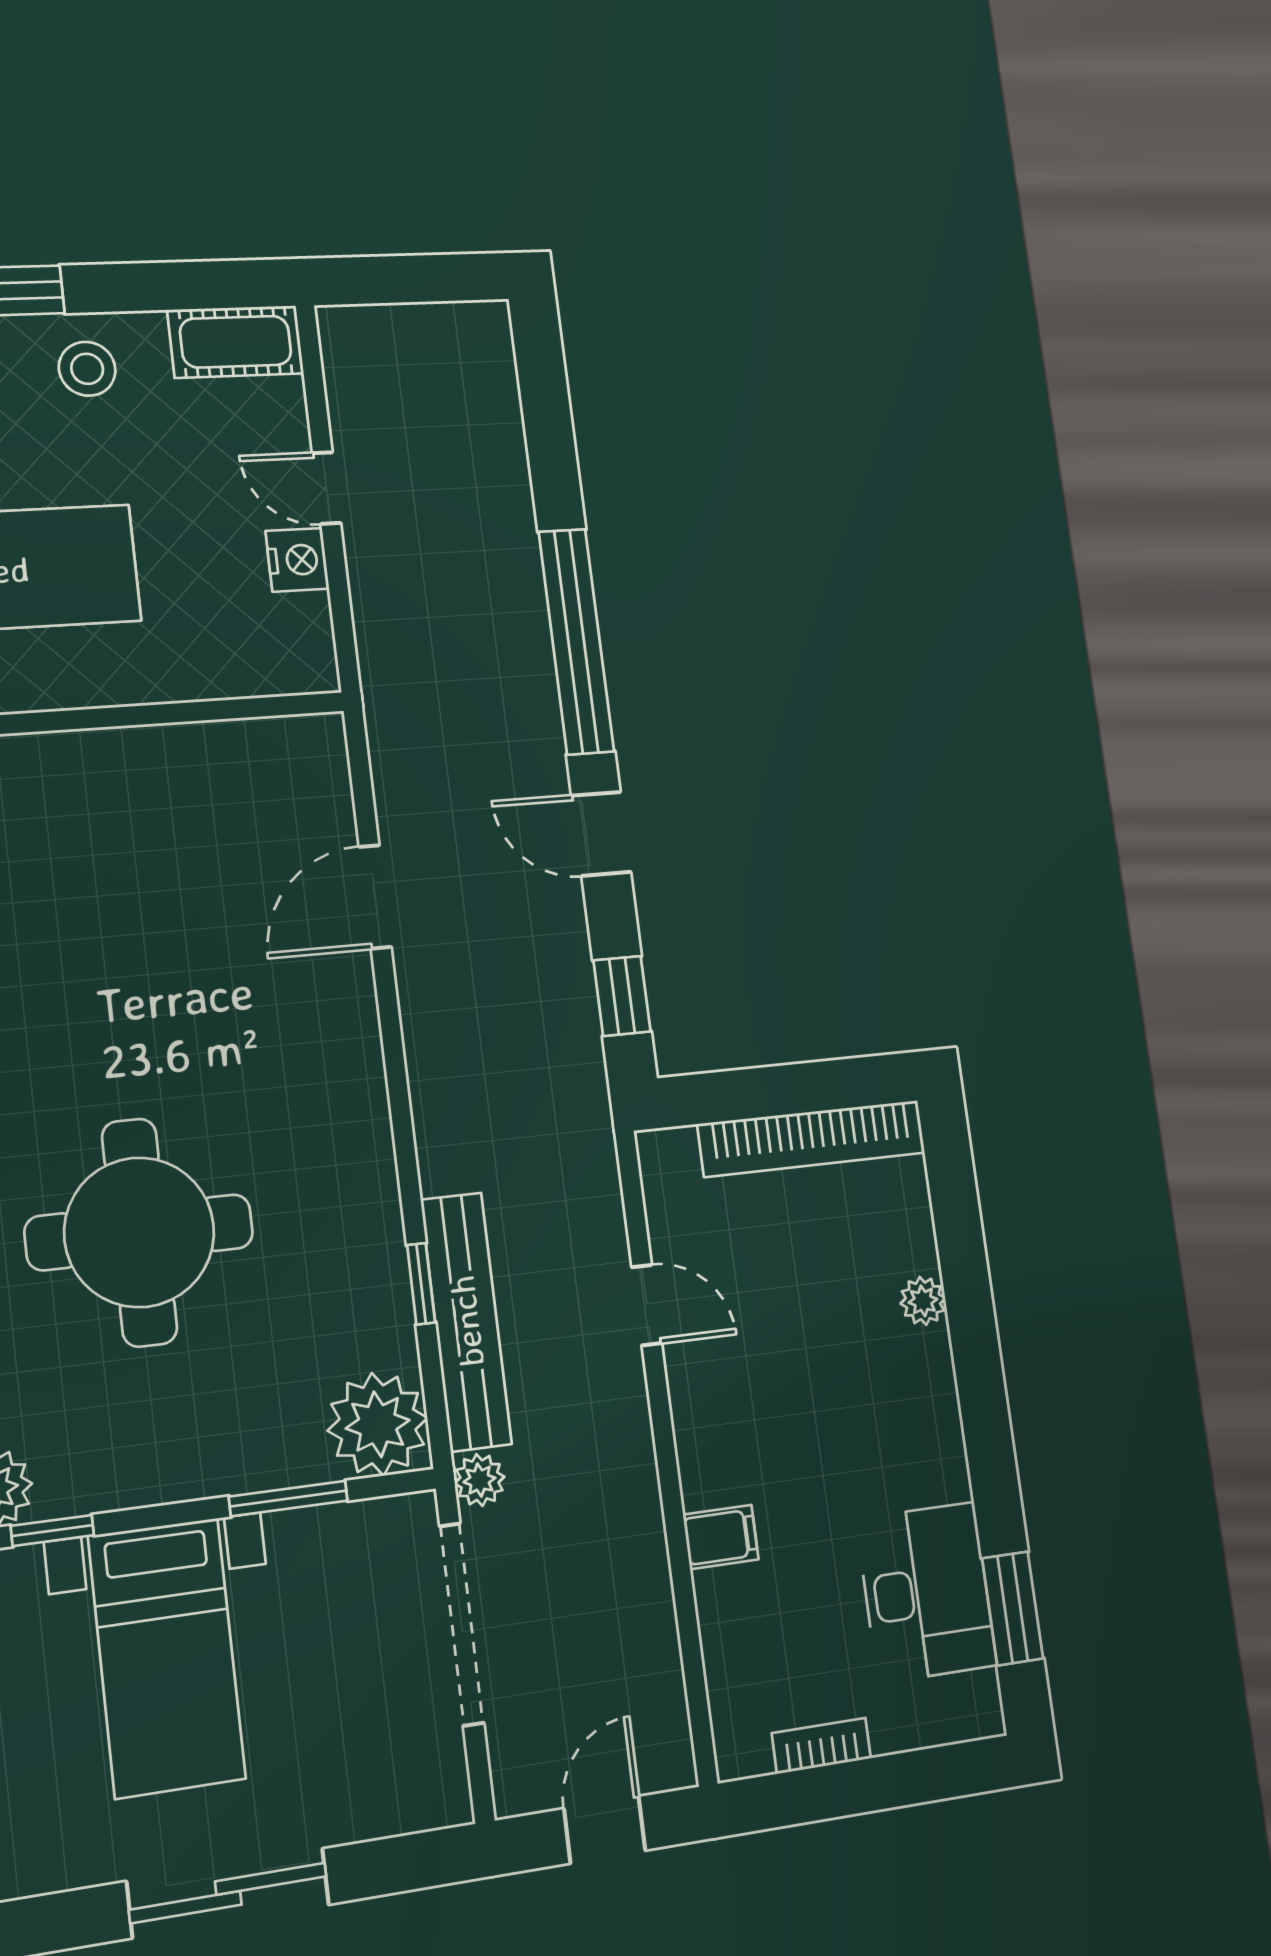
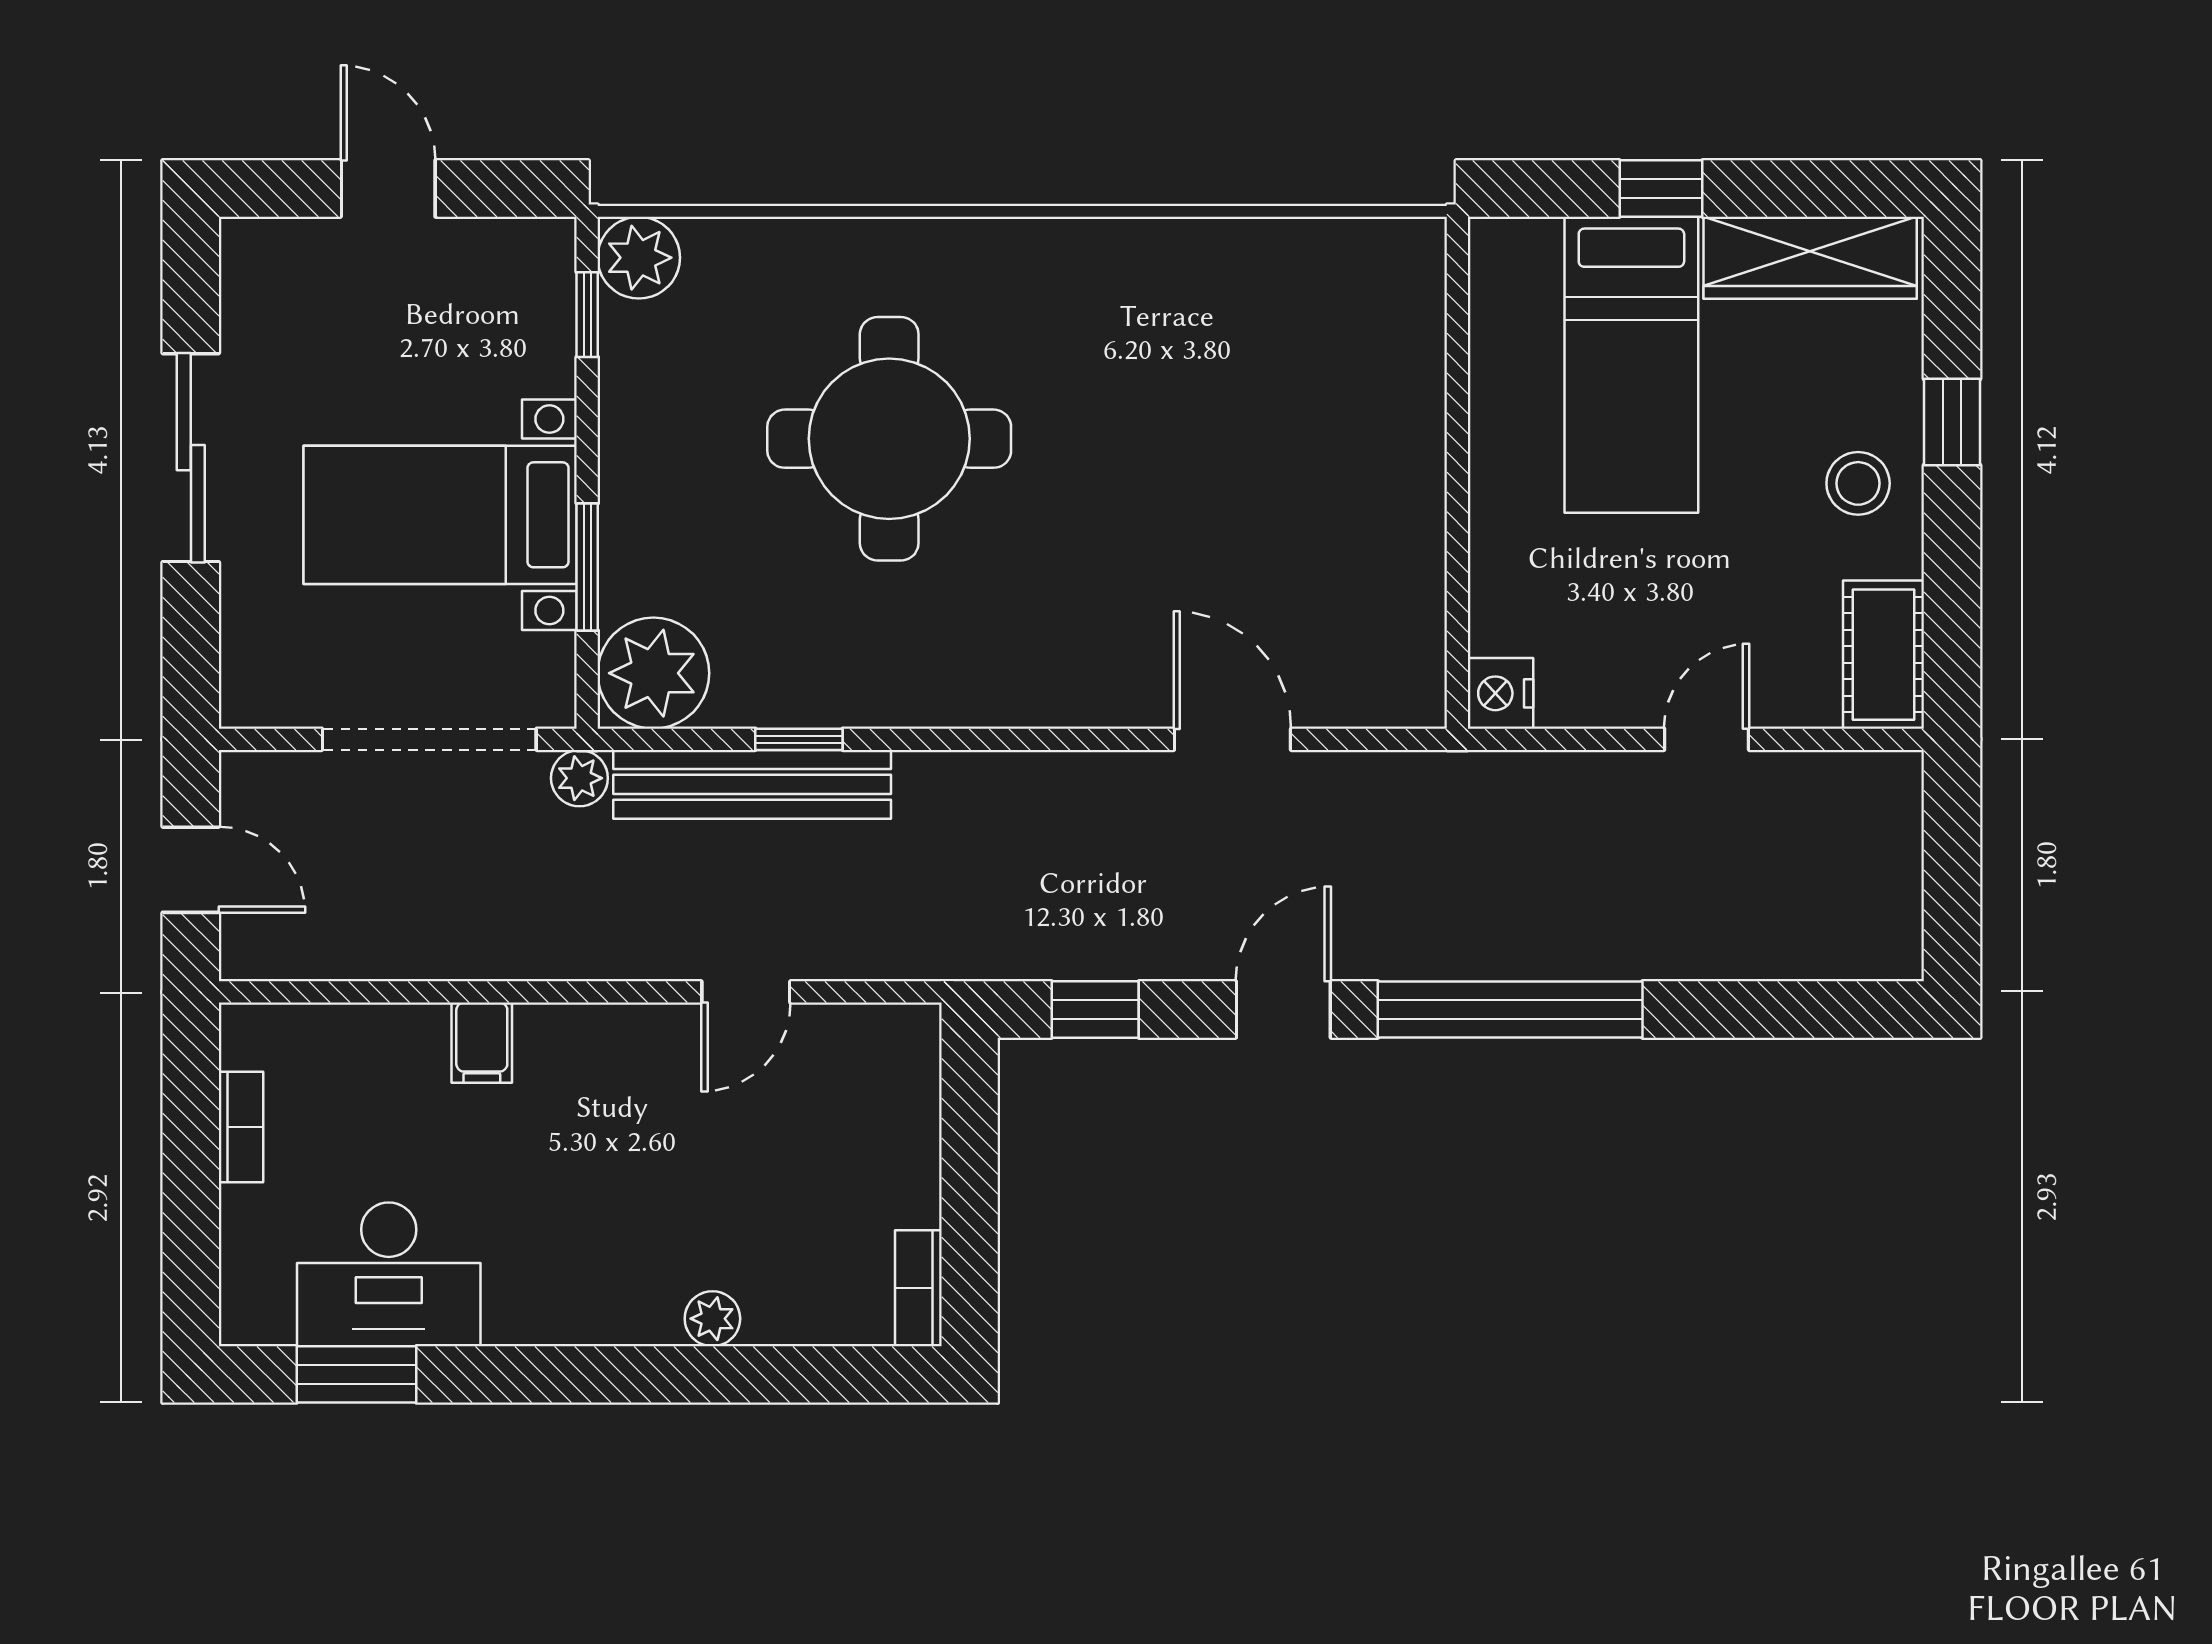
nightstand: (297, 560) -> (1500, 693), moved, turned 90
bookcase: (812, 1138) -> (918, 1288), width x0.43, depth x0.76
bed with nightstands: (167, 1657) -> (440, 515), moved

